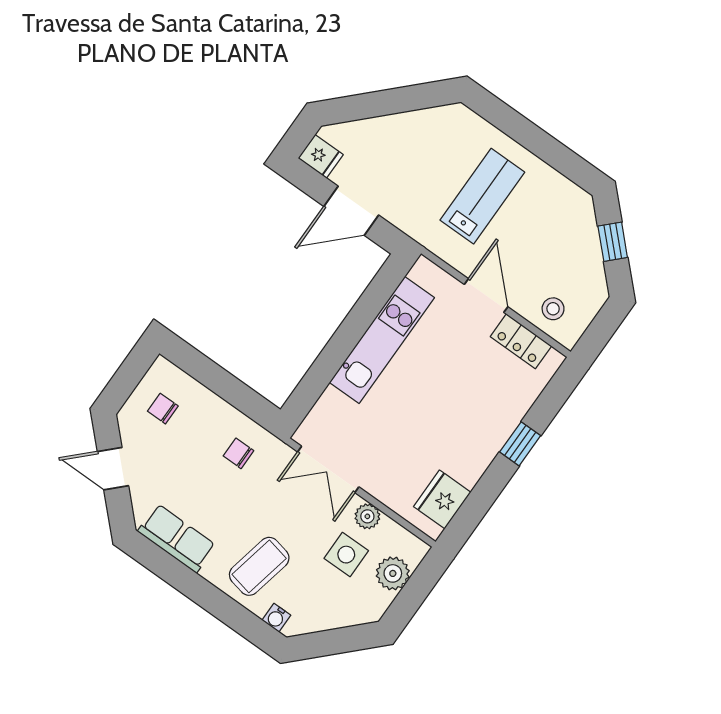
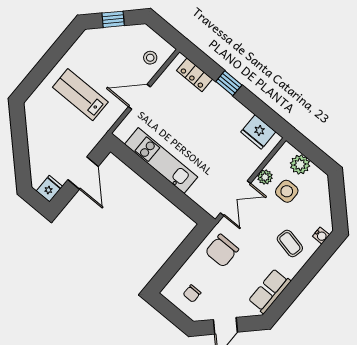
locker: (521, 341) -> (195, 75), moved, turned 90
chair: (238, 453) -> (222, 251), width x1.87, depth x1.87
coffee table: (259, 566) -> (290, 243), width x0.73, depth x0.77

